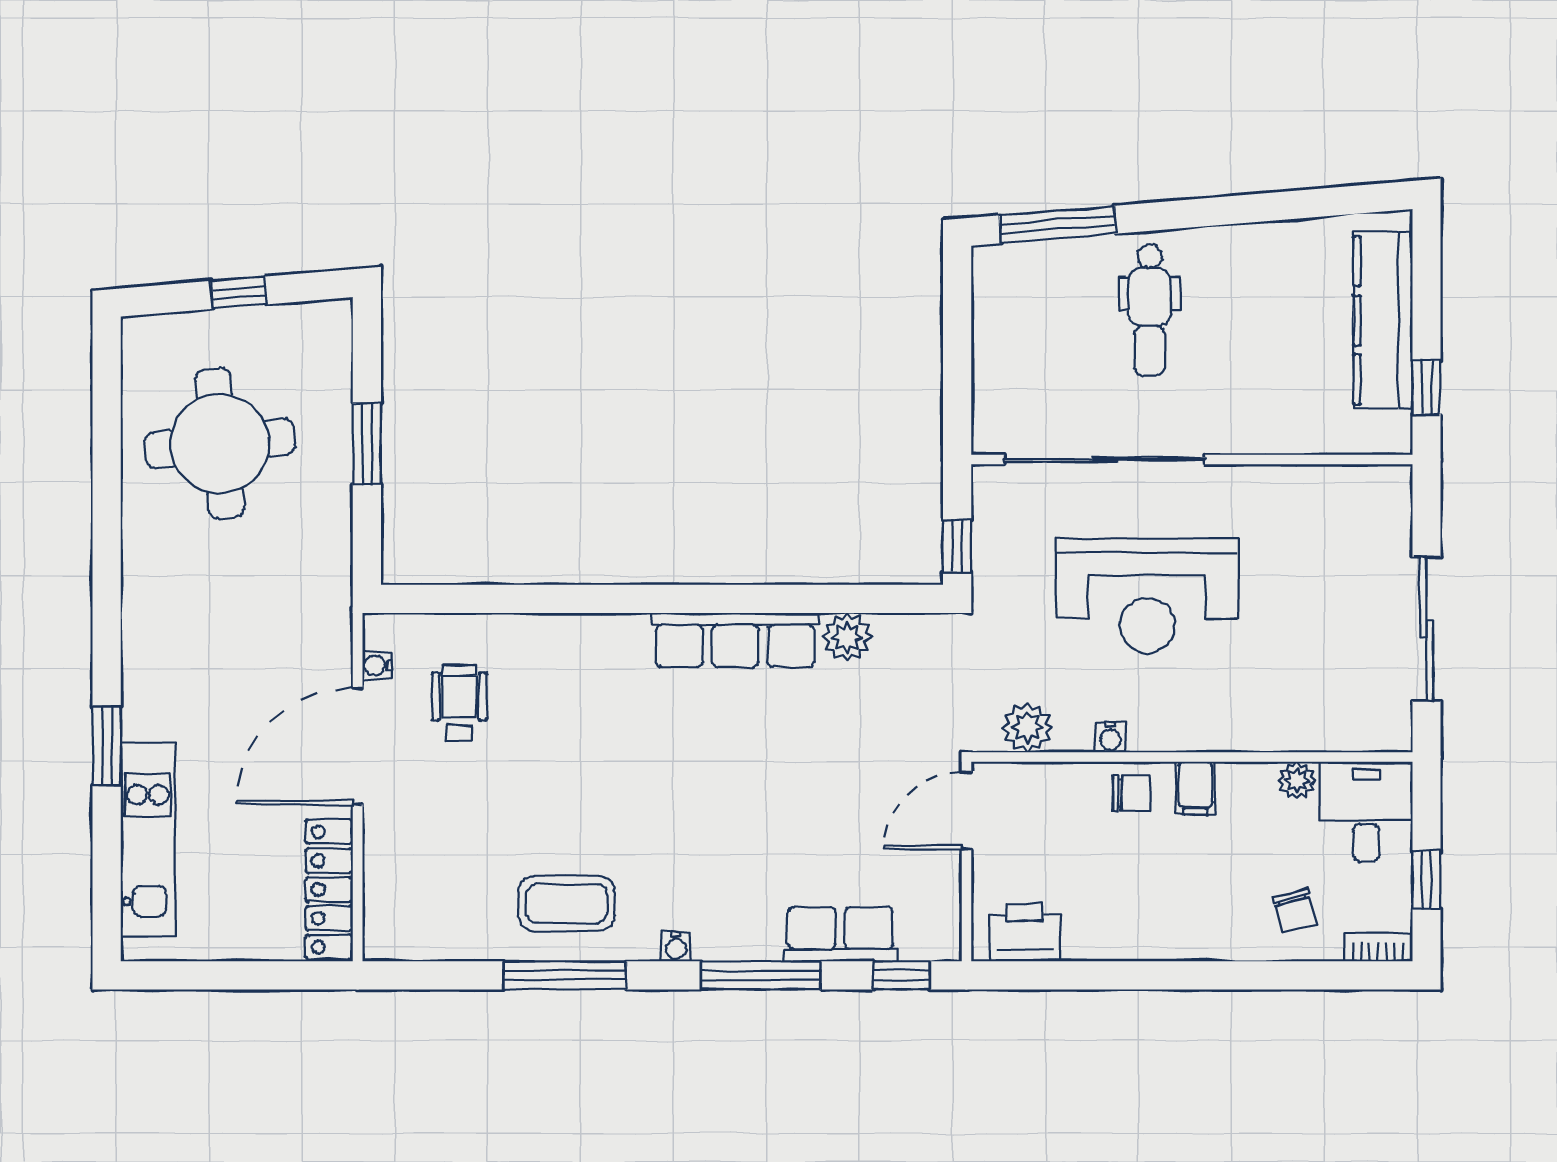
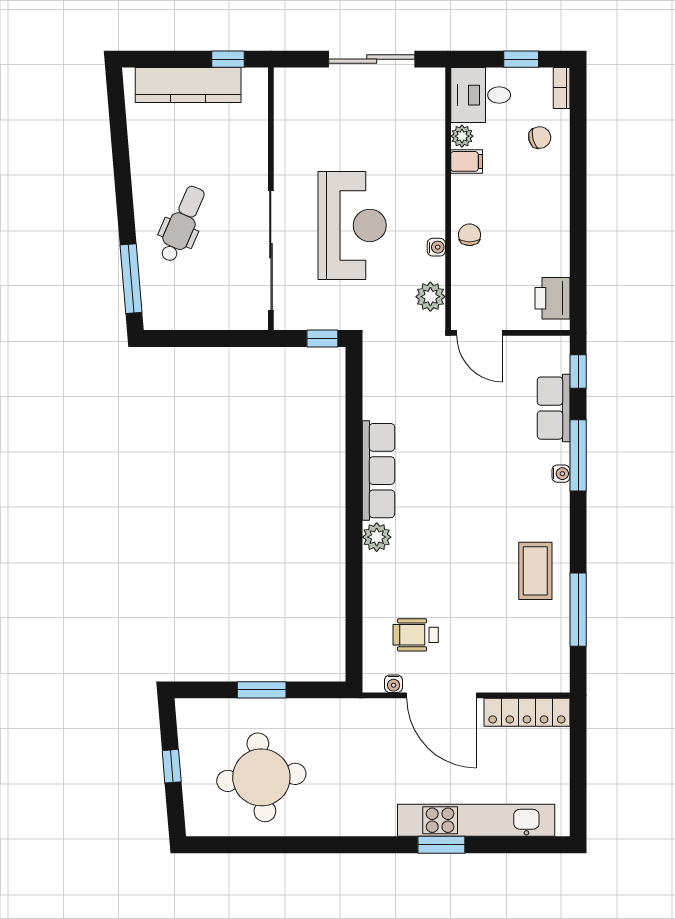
dental chair: (1150, 310) -> (182, 224), turned -67
plant: (847, 637) -> (377, 537), moved
filing cabinet: (1195, 788) -> (467, 161), moved
kitchen unit: (148, 839) -> (476, 820), width x1.36
water cooler: (676, 947) -> (561, 474), moved
window: (565, 975) -> (578, 610), moved

